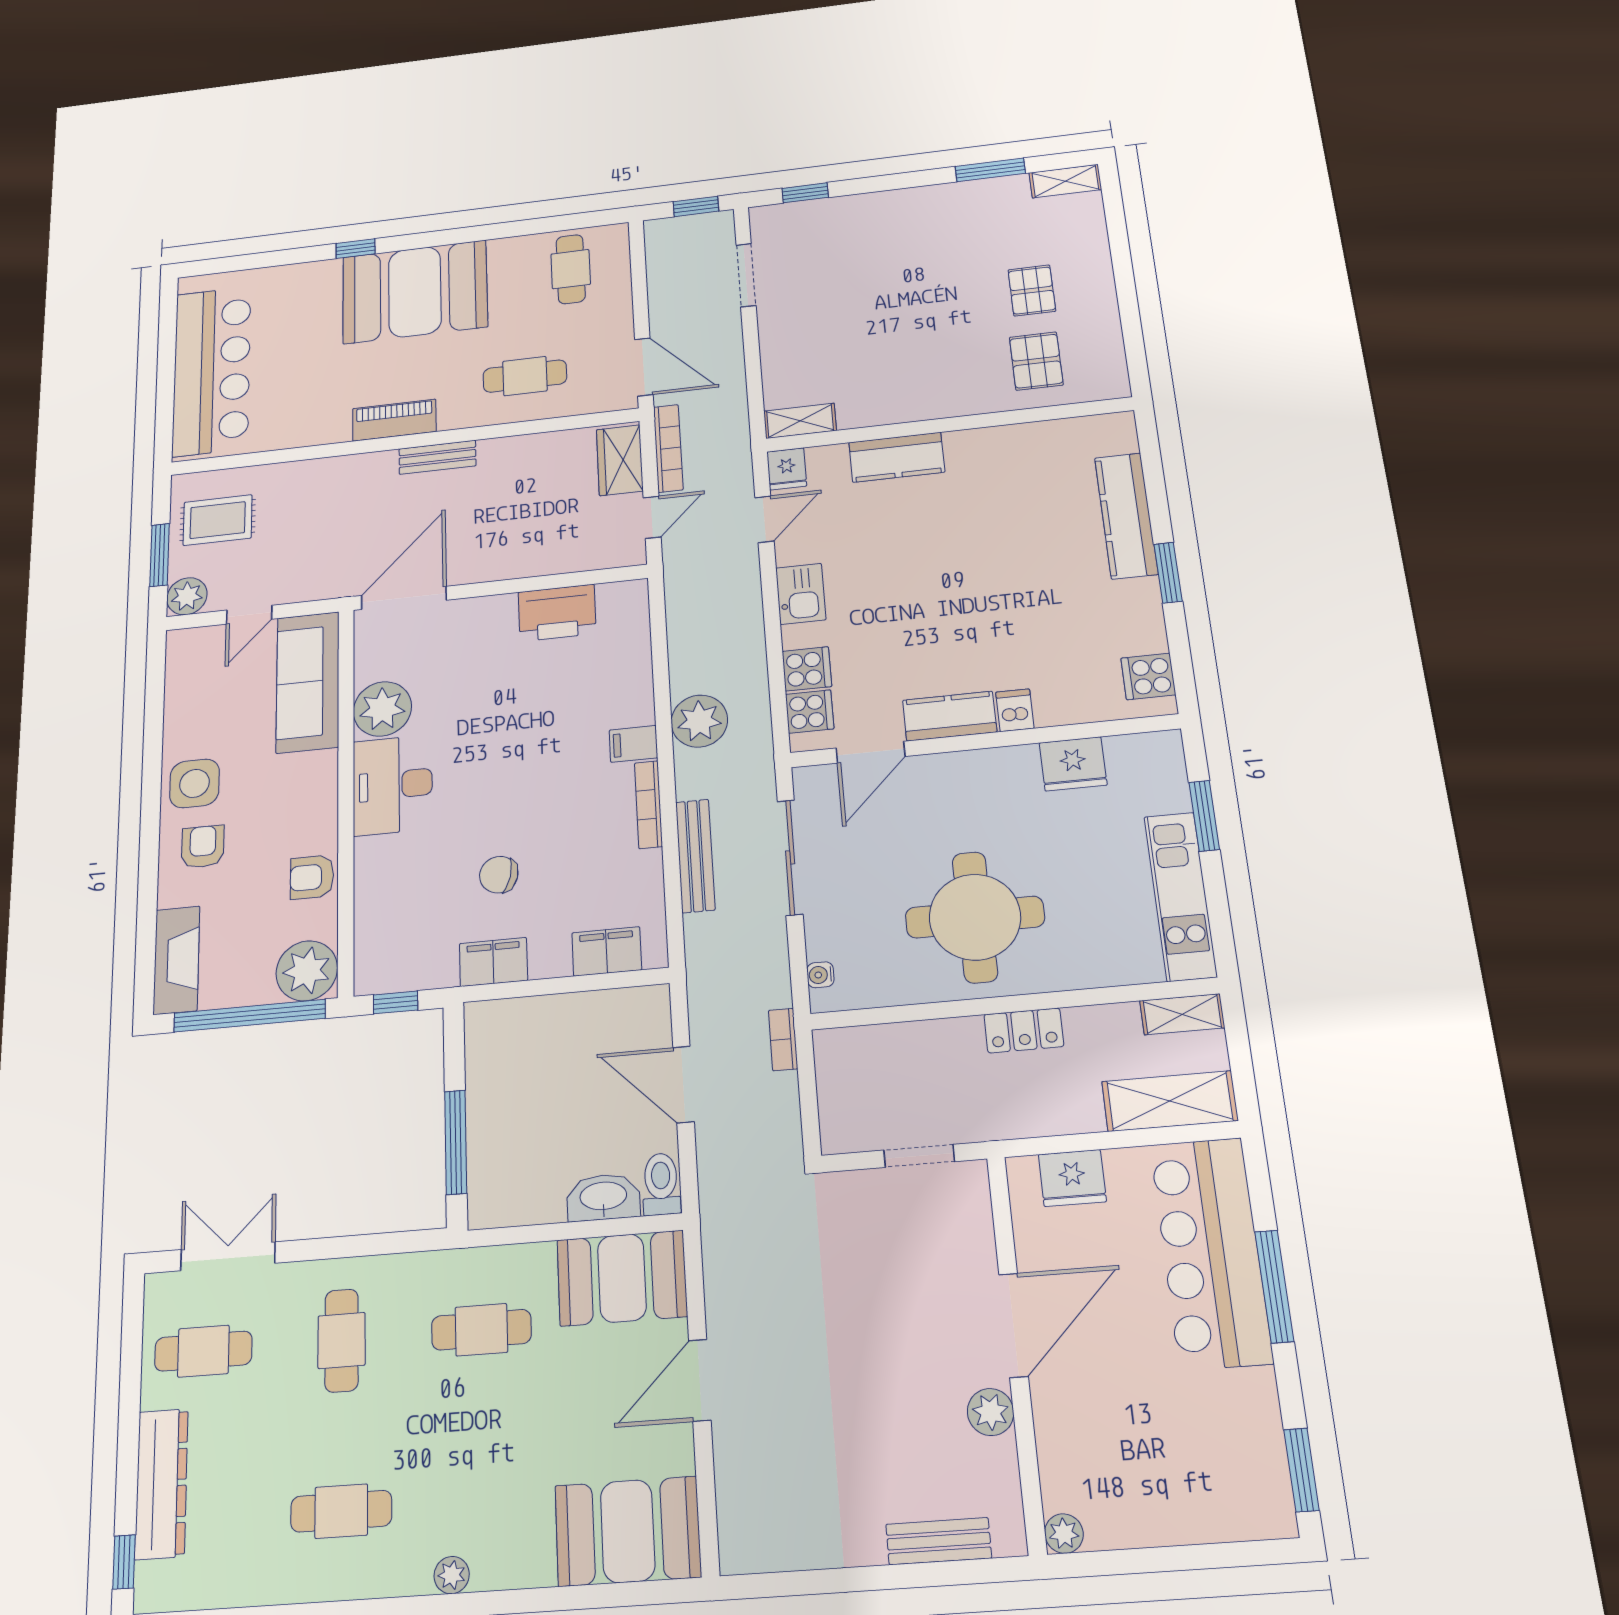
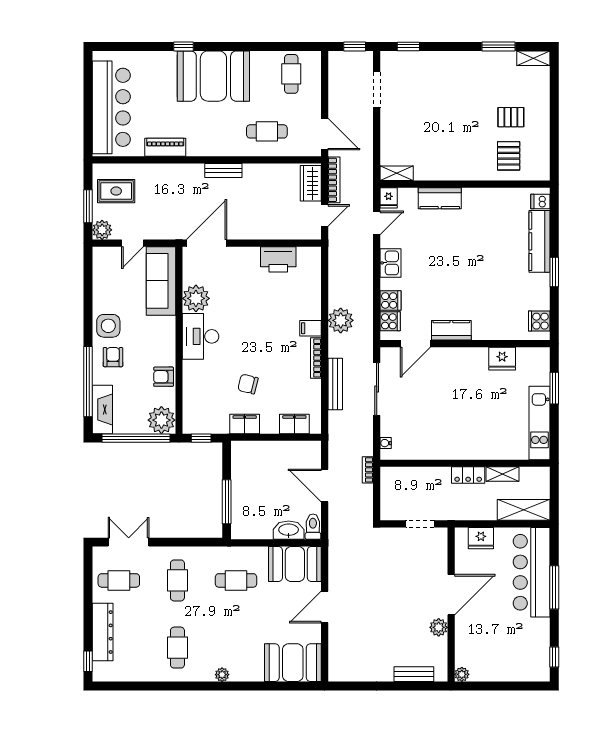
pallet: (1032, 290) -> (511, 117), turned 90
piano: (394, 420) -> (165, 147), moved
dishwasher: (1015, 710) -> (540, 201), moved, turned -90
window: (147, 904) -> (88, 382), added
round table: (975, 917) -> (453, 424), removed
shelving: (1182, 1014) -> (503, 474), moved
window: (1301, 1470) -> (554, 657), width x0.67
cafe table: (341, 1511) -> (177, 648), turned 90

